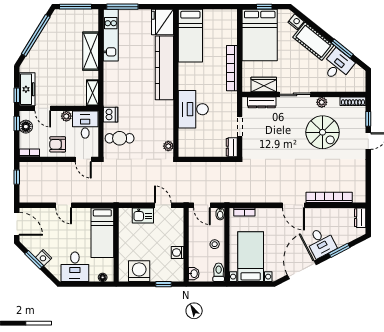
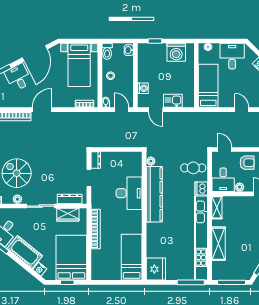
kitchen unit: (111, 35) -> (201, 238), width x1.86
kitchen counter: (164, 68) -> (154, 194), moved
door: (293, 205) -> (42, 110), hinge flipped
washing machine: (177, 253) -> (143, 88), moved

